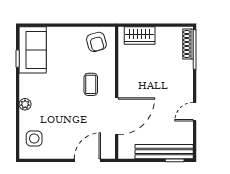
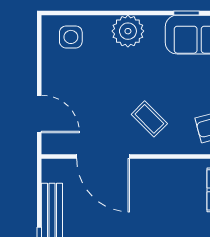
coffee table: (91, 84) -> (149, 119), turned 45
plant: (25, 104) -> (128, 31), width x1.88, depth x1.88

